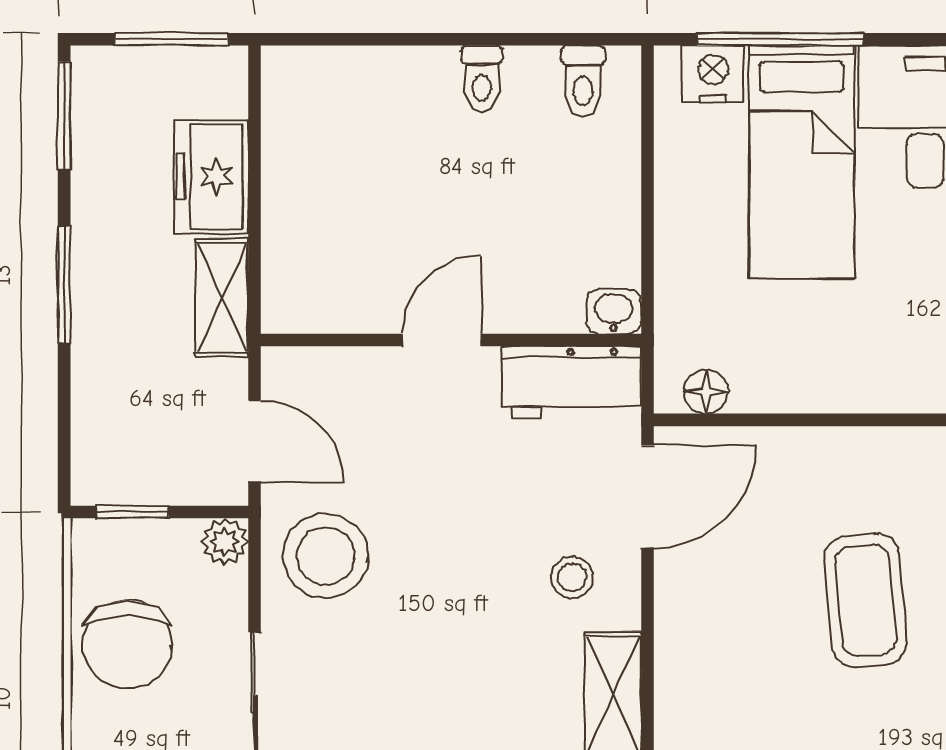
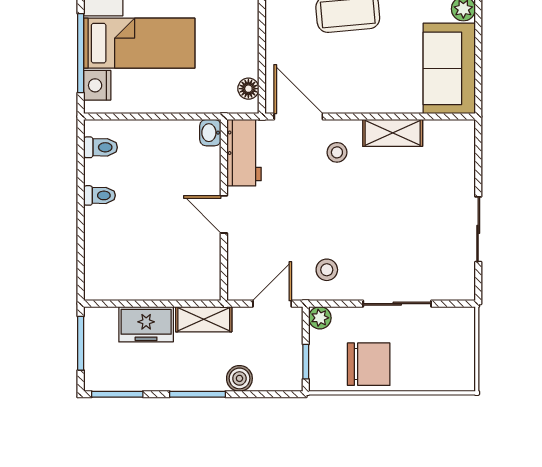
boiler: (97, 373) -> (239, 378), added
stool: (326, 556) -> (327, 270), width x0.53, depth x0.53

